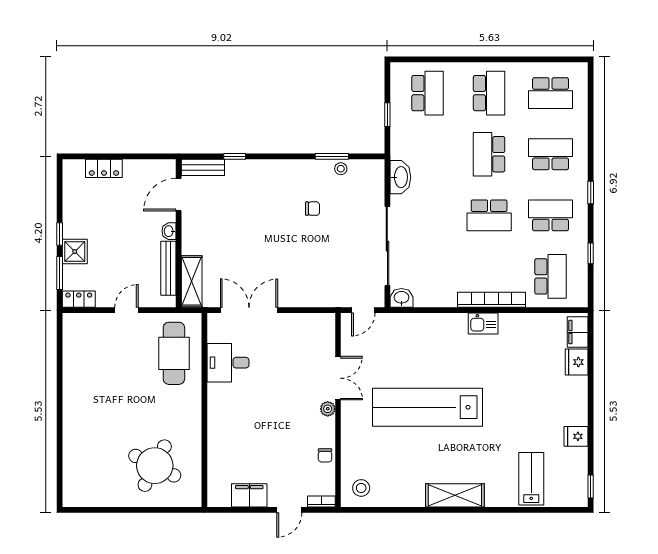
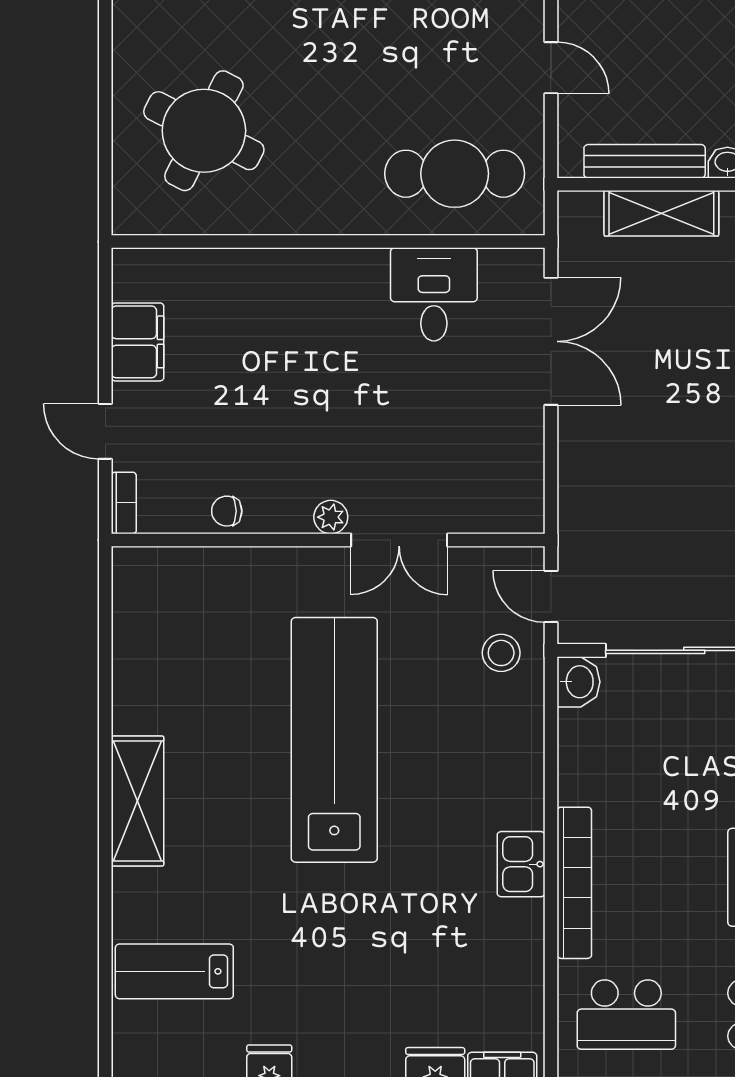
shelving: (192, 281) -> (661, 213), moved
lab bench: (531, 479) -> (174, 971), turned 180
stool: (361, 488) -> (501, 653), moved

